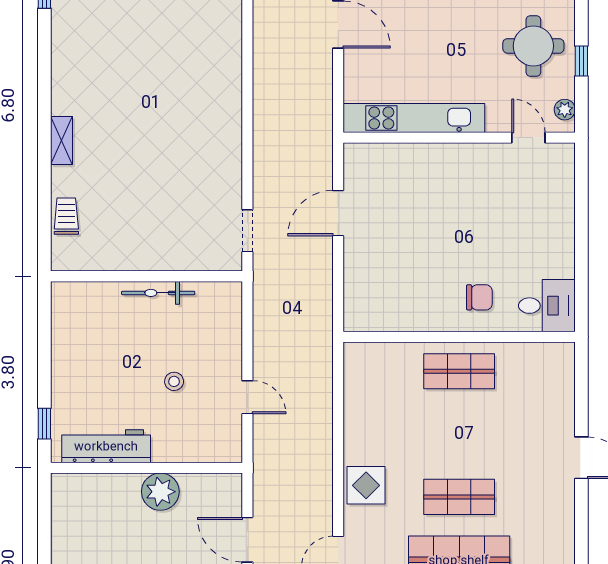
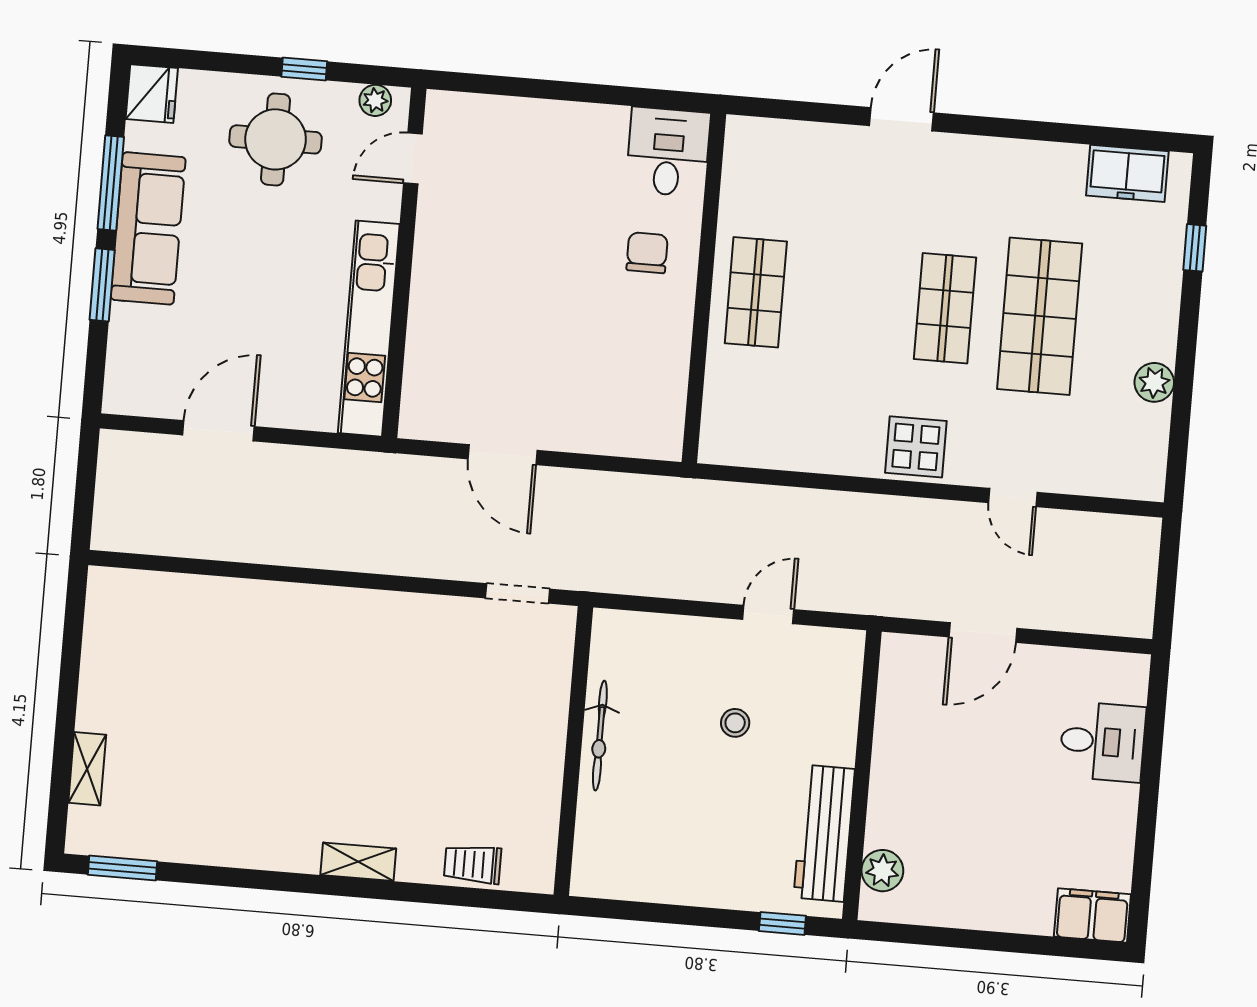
plant: (160, 492) -> (882, 871), moved, width x0.73, depth x0.73

